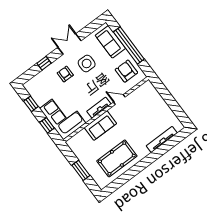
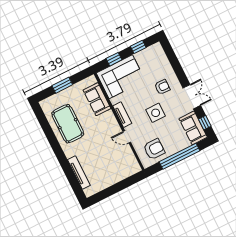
sofa: (110, 42) -> (193, 128), moved, turned -90
window: (44, 63) -> (205, 123), moved
side table: (87, 63) -> (156, 113), moved
door: (119, 99) -> (127, 137), swing flipped
sofa: (100, 126) -> (97, 99), moved

